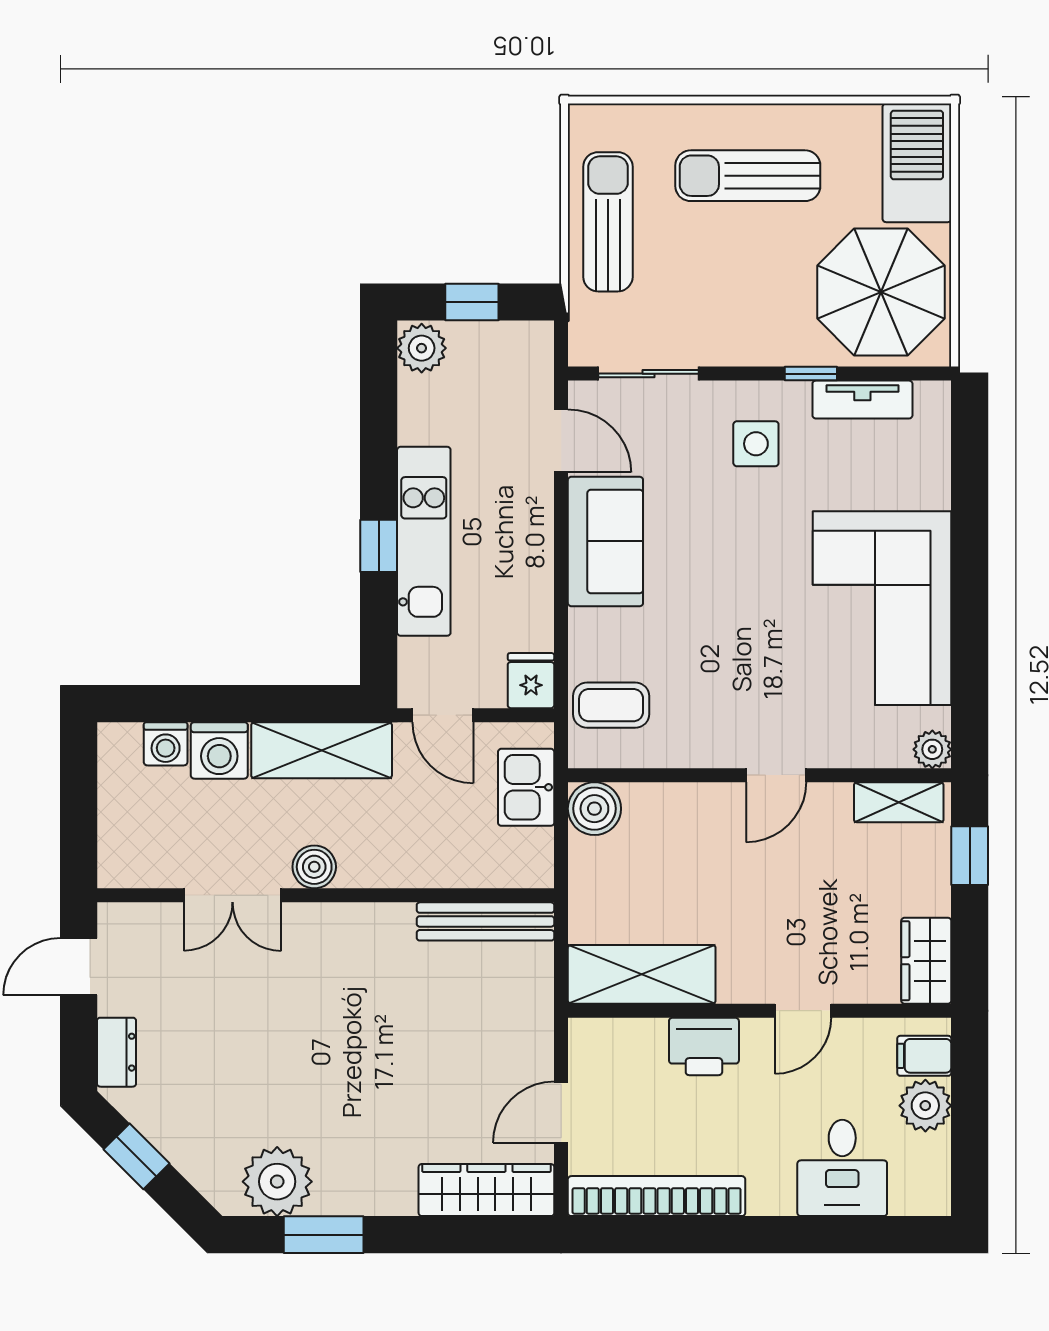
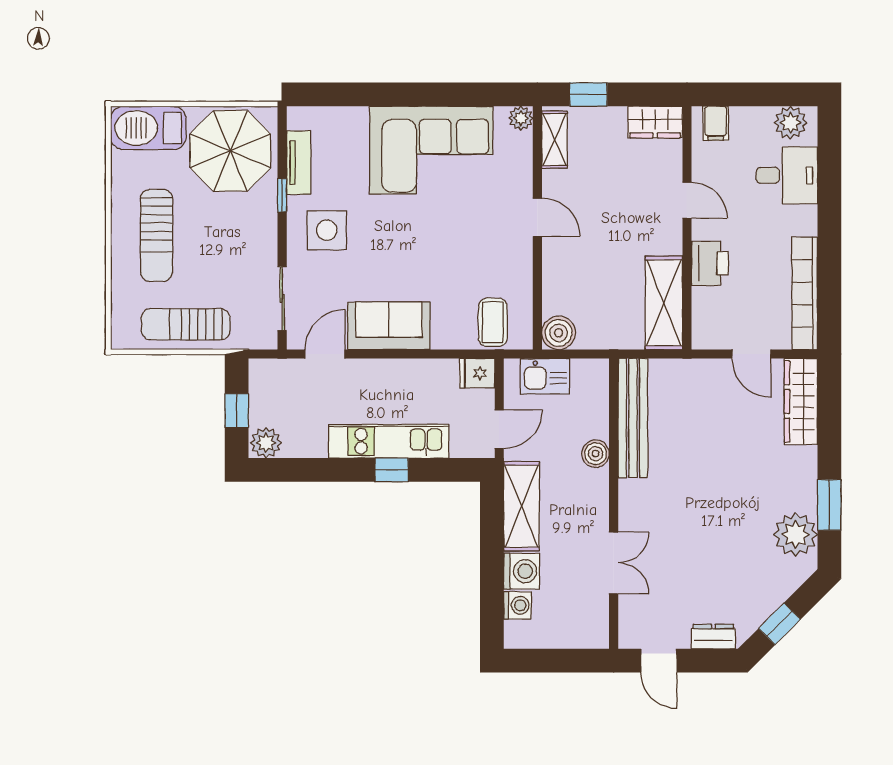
side table: (756, 444) -> (327, 230), width x1.37, depth x1.37
boiler: (314, 867) -> (596, 454), moved
bench: (485, 921) -> (633, 418), width x1.37, depth x1.21
plant: (925, 1106) -> (791, 123), moved

